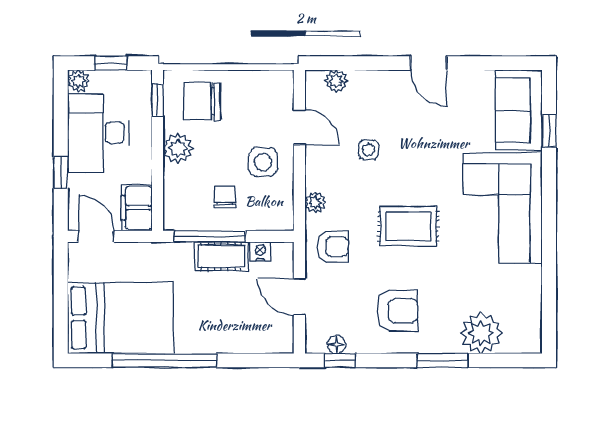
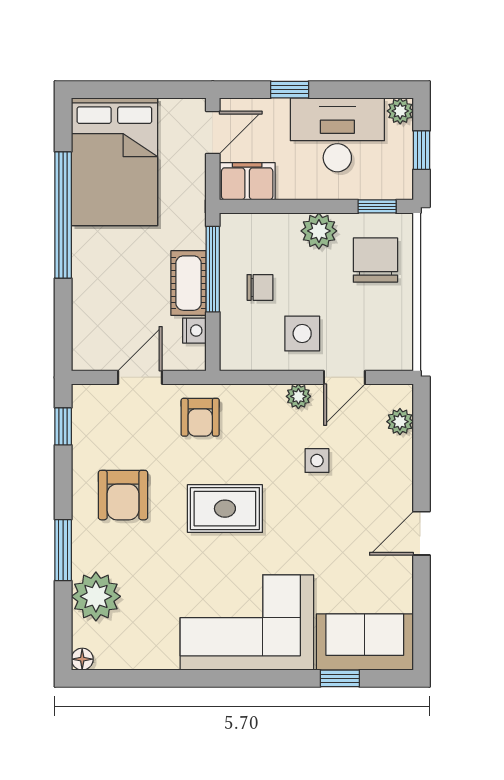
plant: (315, 202) -> (298, 396), moved
rug: (408, 226) -> (225, 509), turned 90
floor lamp: (337, 345) -> (82, 659), moved

